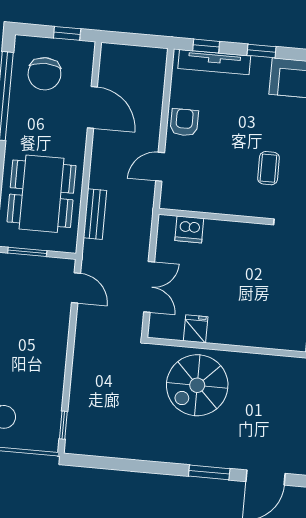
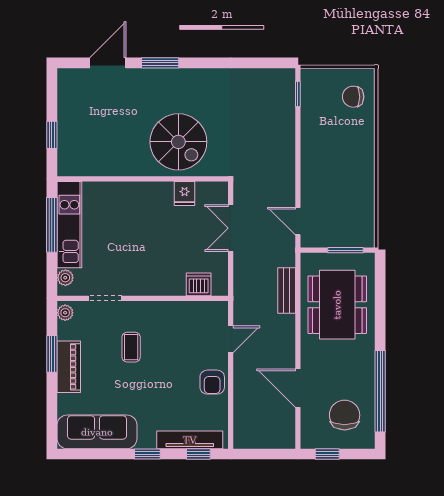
spiral stairs: (197, 385) -> (178, 142), turned 90

